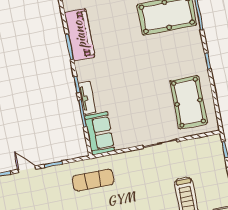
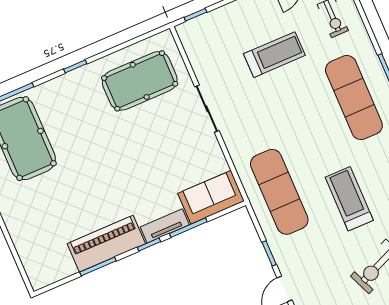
piano: (80, 35) -> (106, 244), moved
exercise mat: (93, 180) -> (279, 192), width x1.36, depth x1.45

